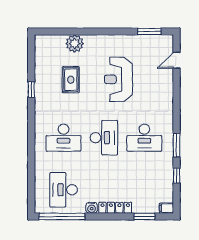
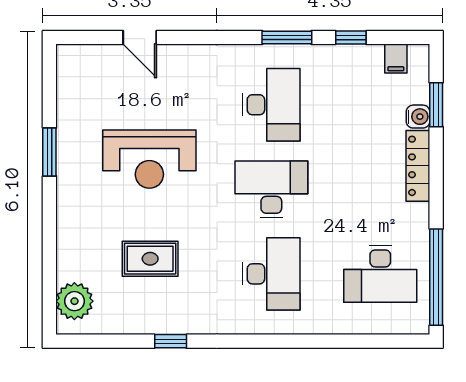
window: (149, 32) -> (49, 152), moved
plant: (75, 44) -> (74, 301), moved
door: (177, 60) -> (140, 38), moved
water cooler: (92, 208) -> (418, 117), moved
filing cabinet: (166, 208) -> (396, 59), moved

